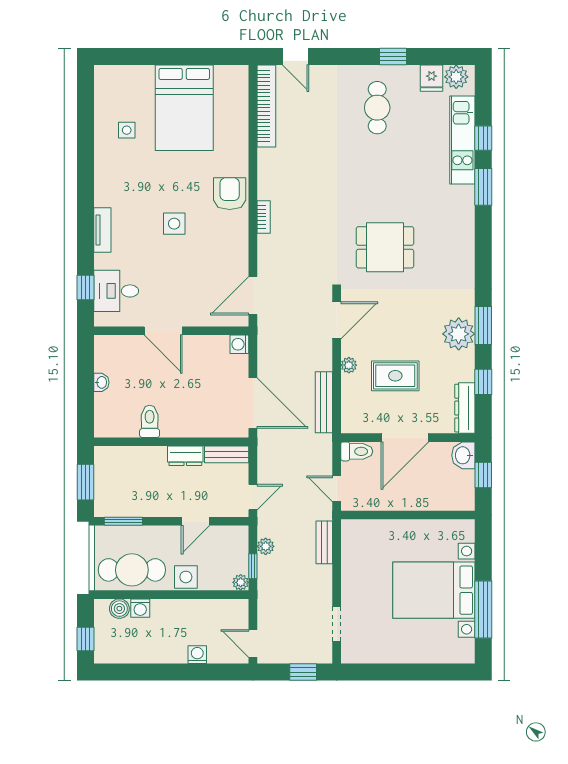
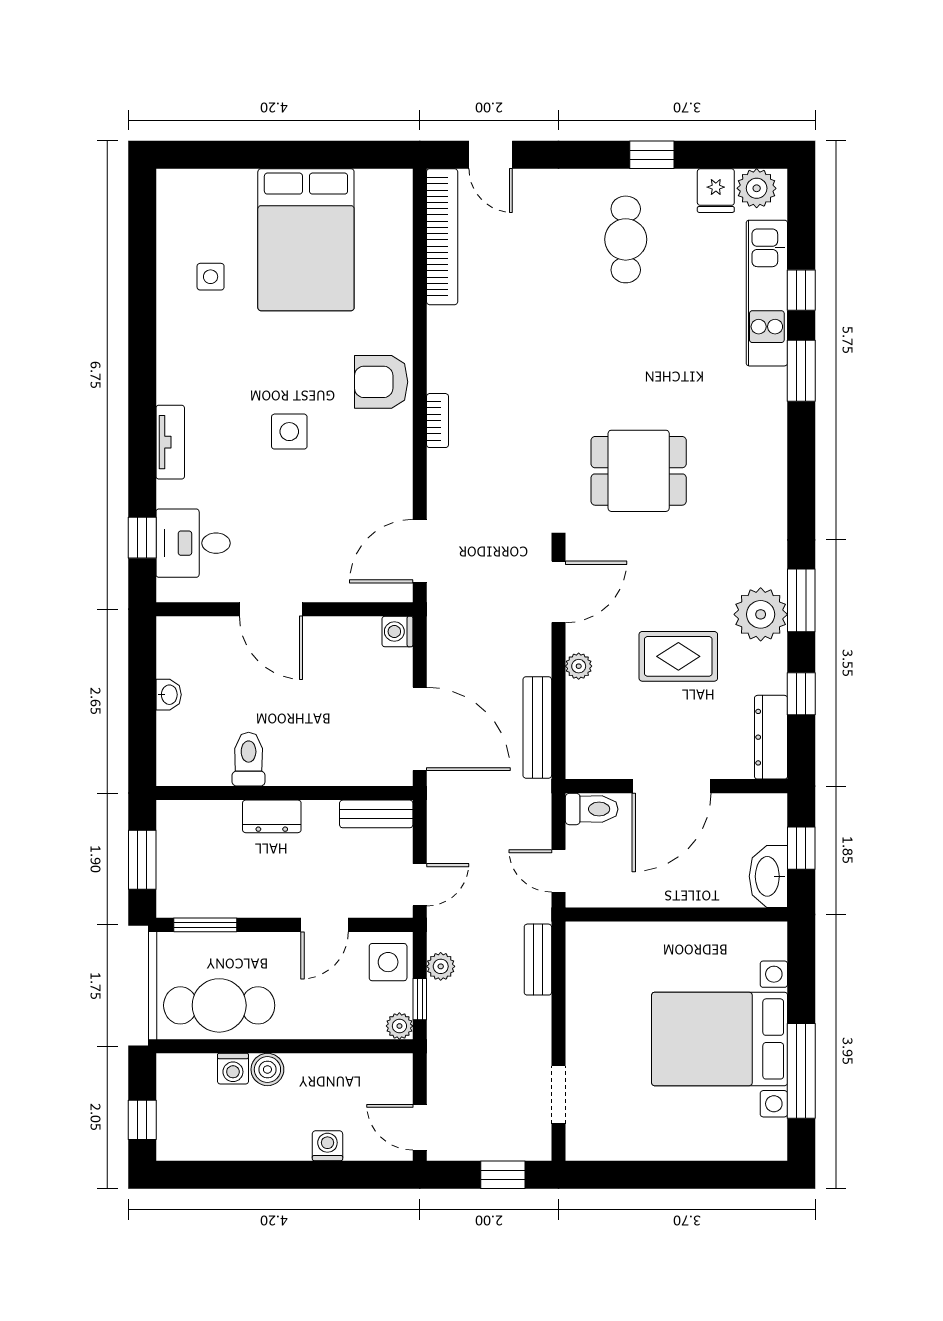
armchair: (230, 194) -> (381, 382), turned -90
rug: (395, 376) -> (678, 656), moved
washbasin: (463, 455) -> (768, 876), moved, width x1.38
dresser: (185, 456) -> (272, 816), moved
side table: (186, 577) -> (388, 962), moved
boiler: (119, 609) -> (267, 1069), moved

